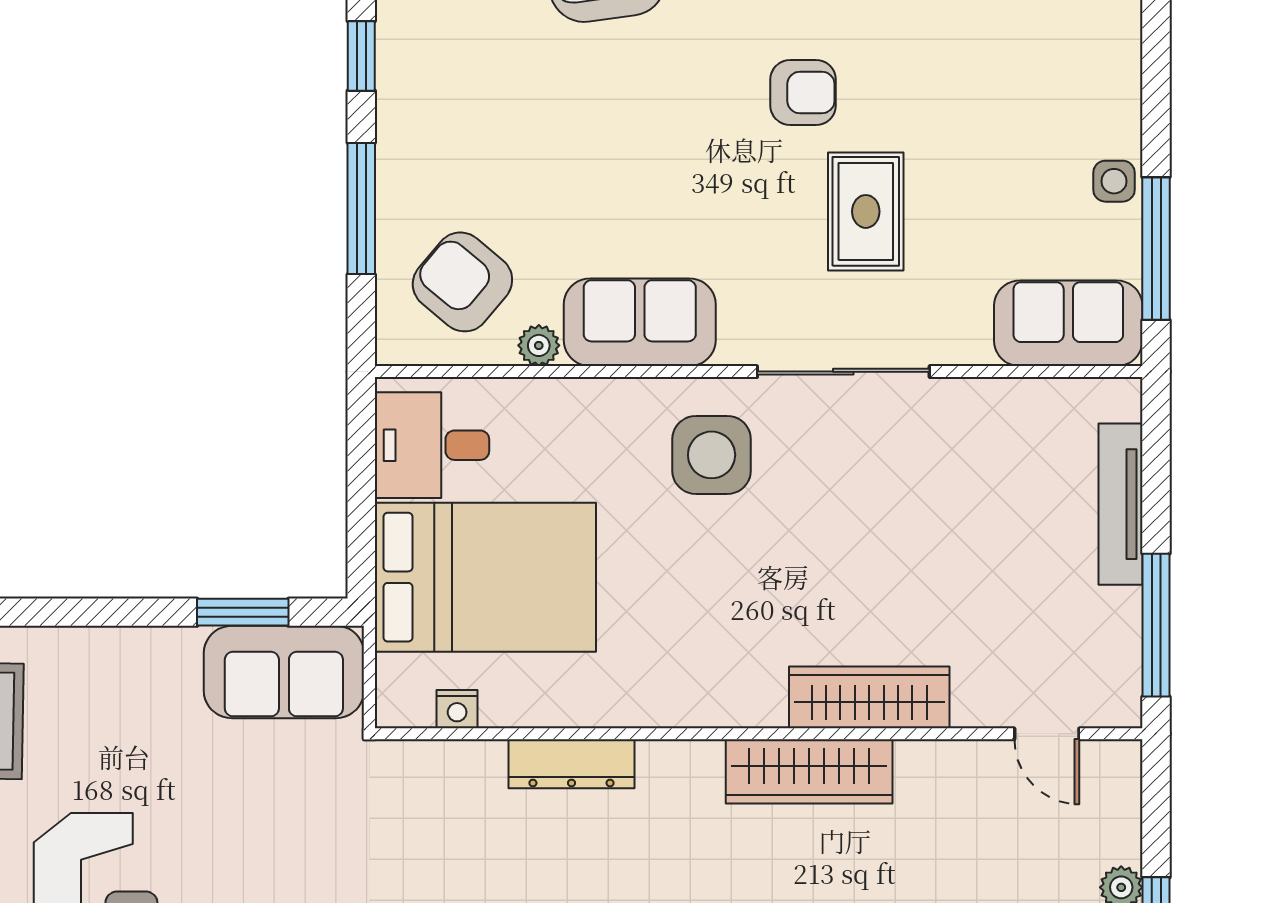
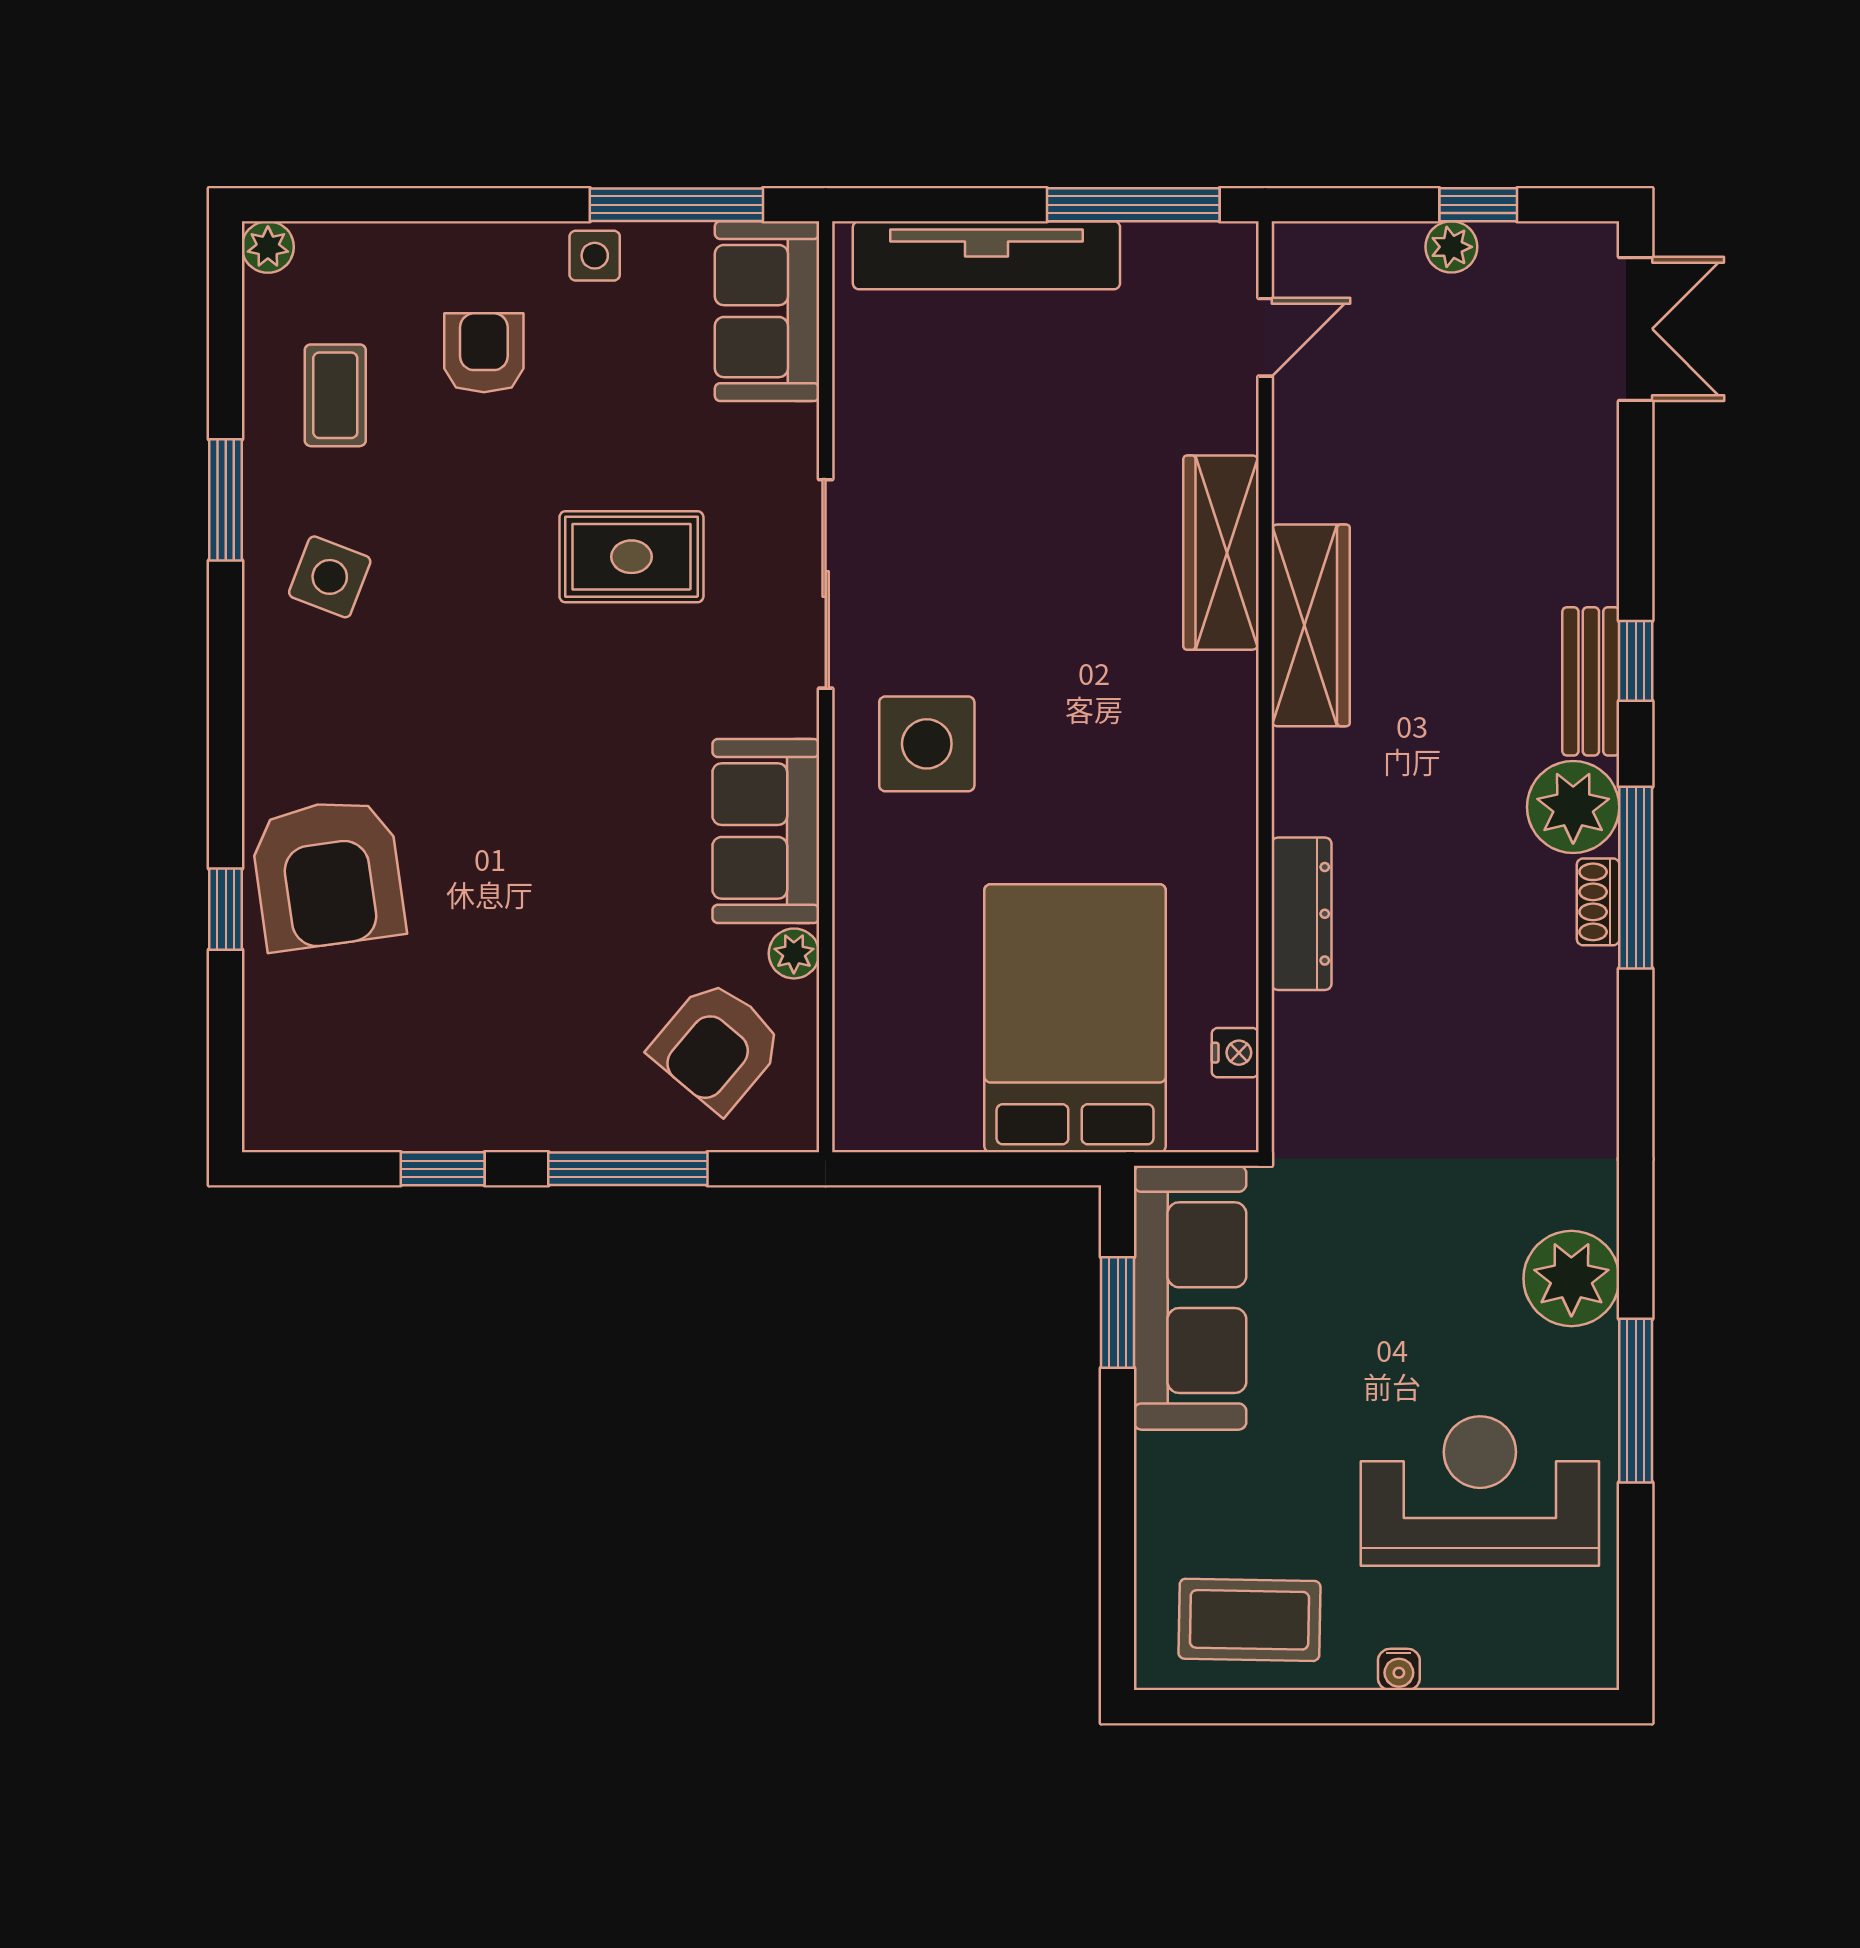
armchair: (803, 92) -> (484, 353), moved
desk: (432, 445) -> (915, 1083), removed
tv unit: (1121, 504) -> (986, 255), width x1.36, depth x1.29
sofa: (284, 672) -> (1190, 1298), width x1.36

